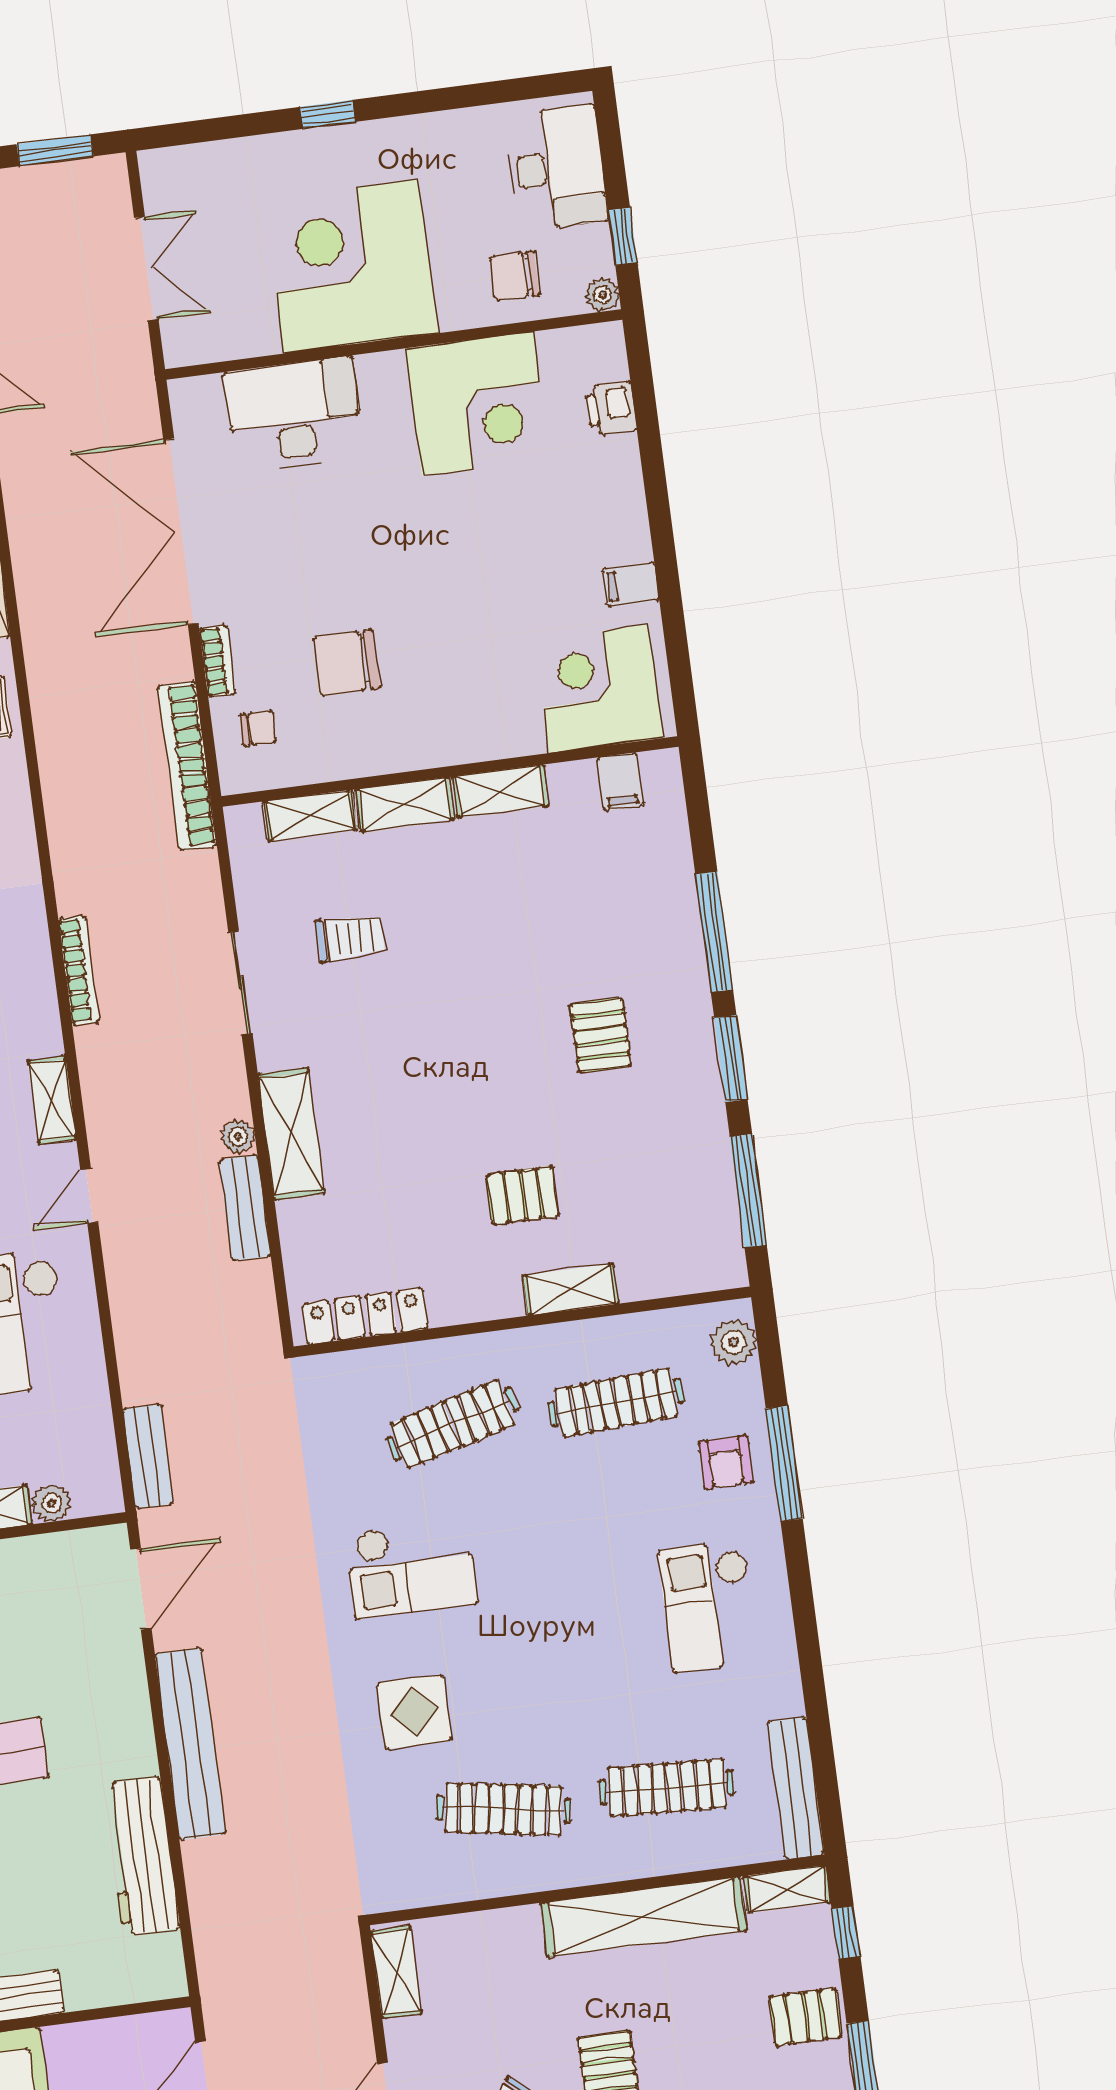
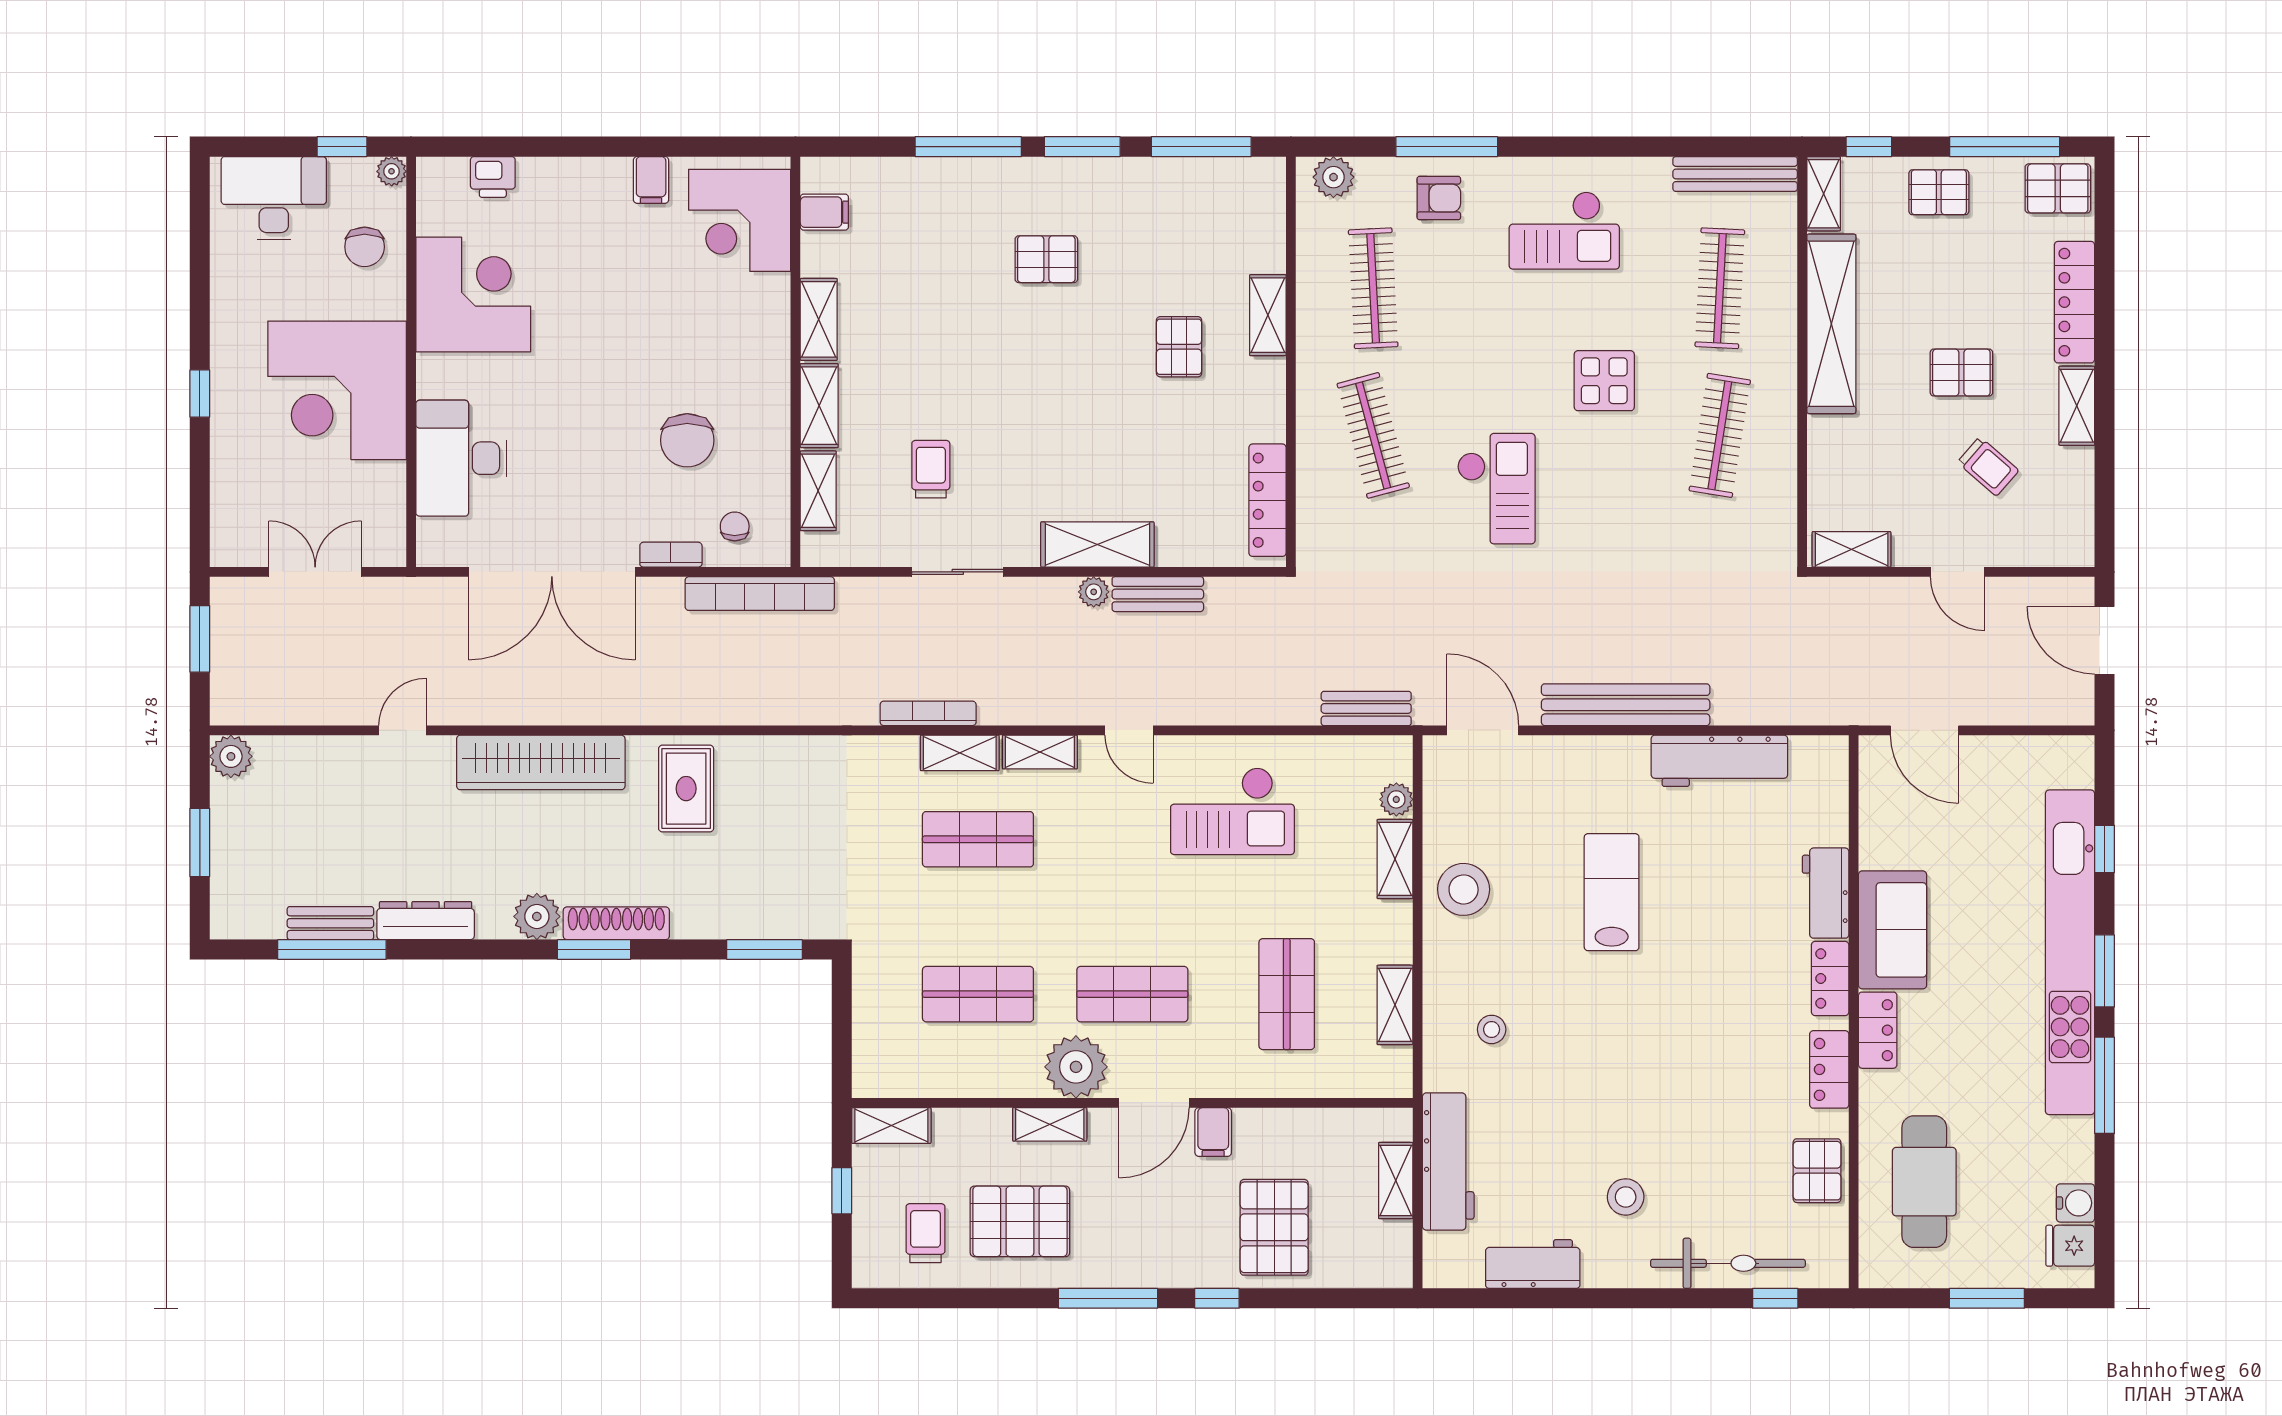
shelving: (39, 1011) -> (960, 753), added
display table: (414, 1712) -> (1604, 381), moved
pallet: (805, 2017) -> (1939, 192), turned 90

